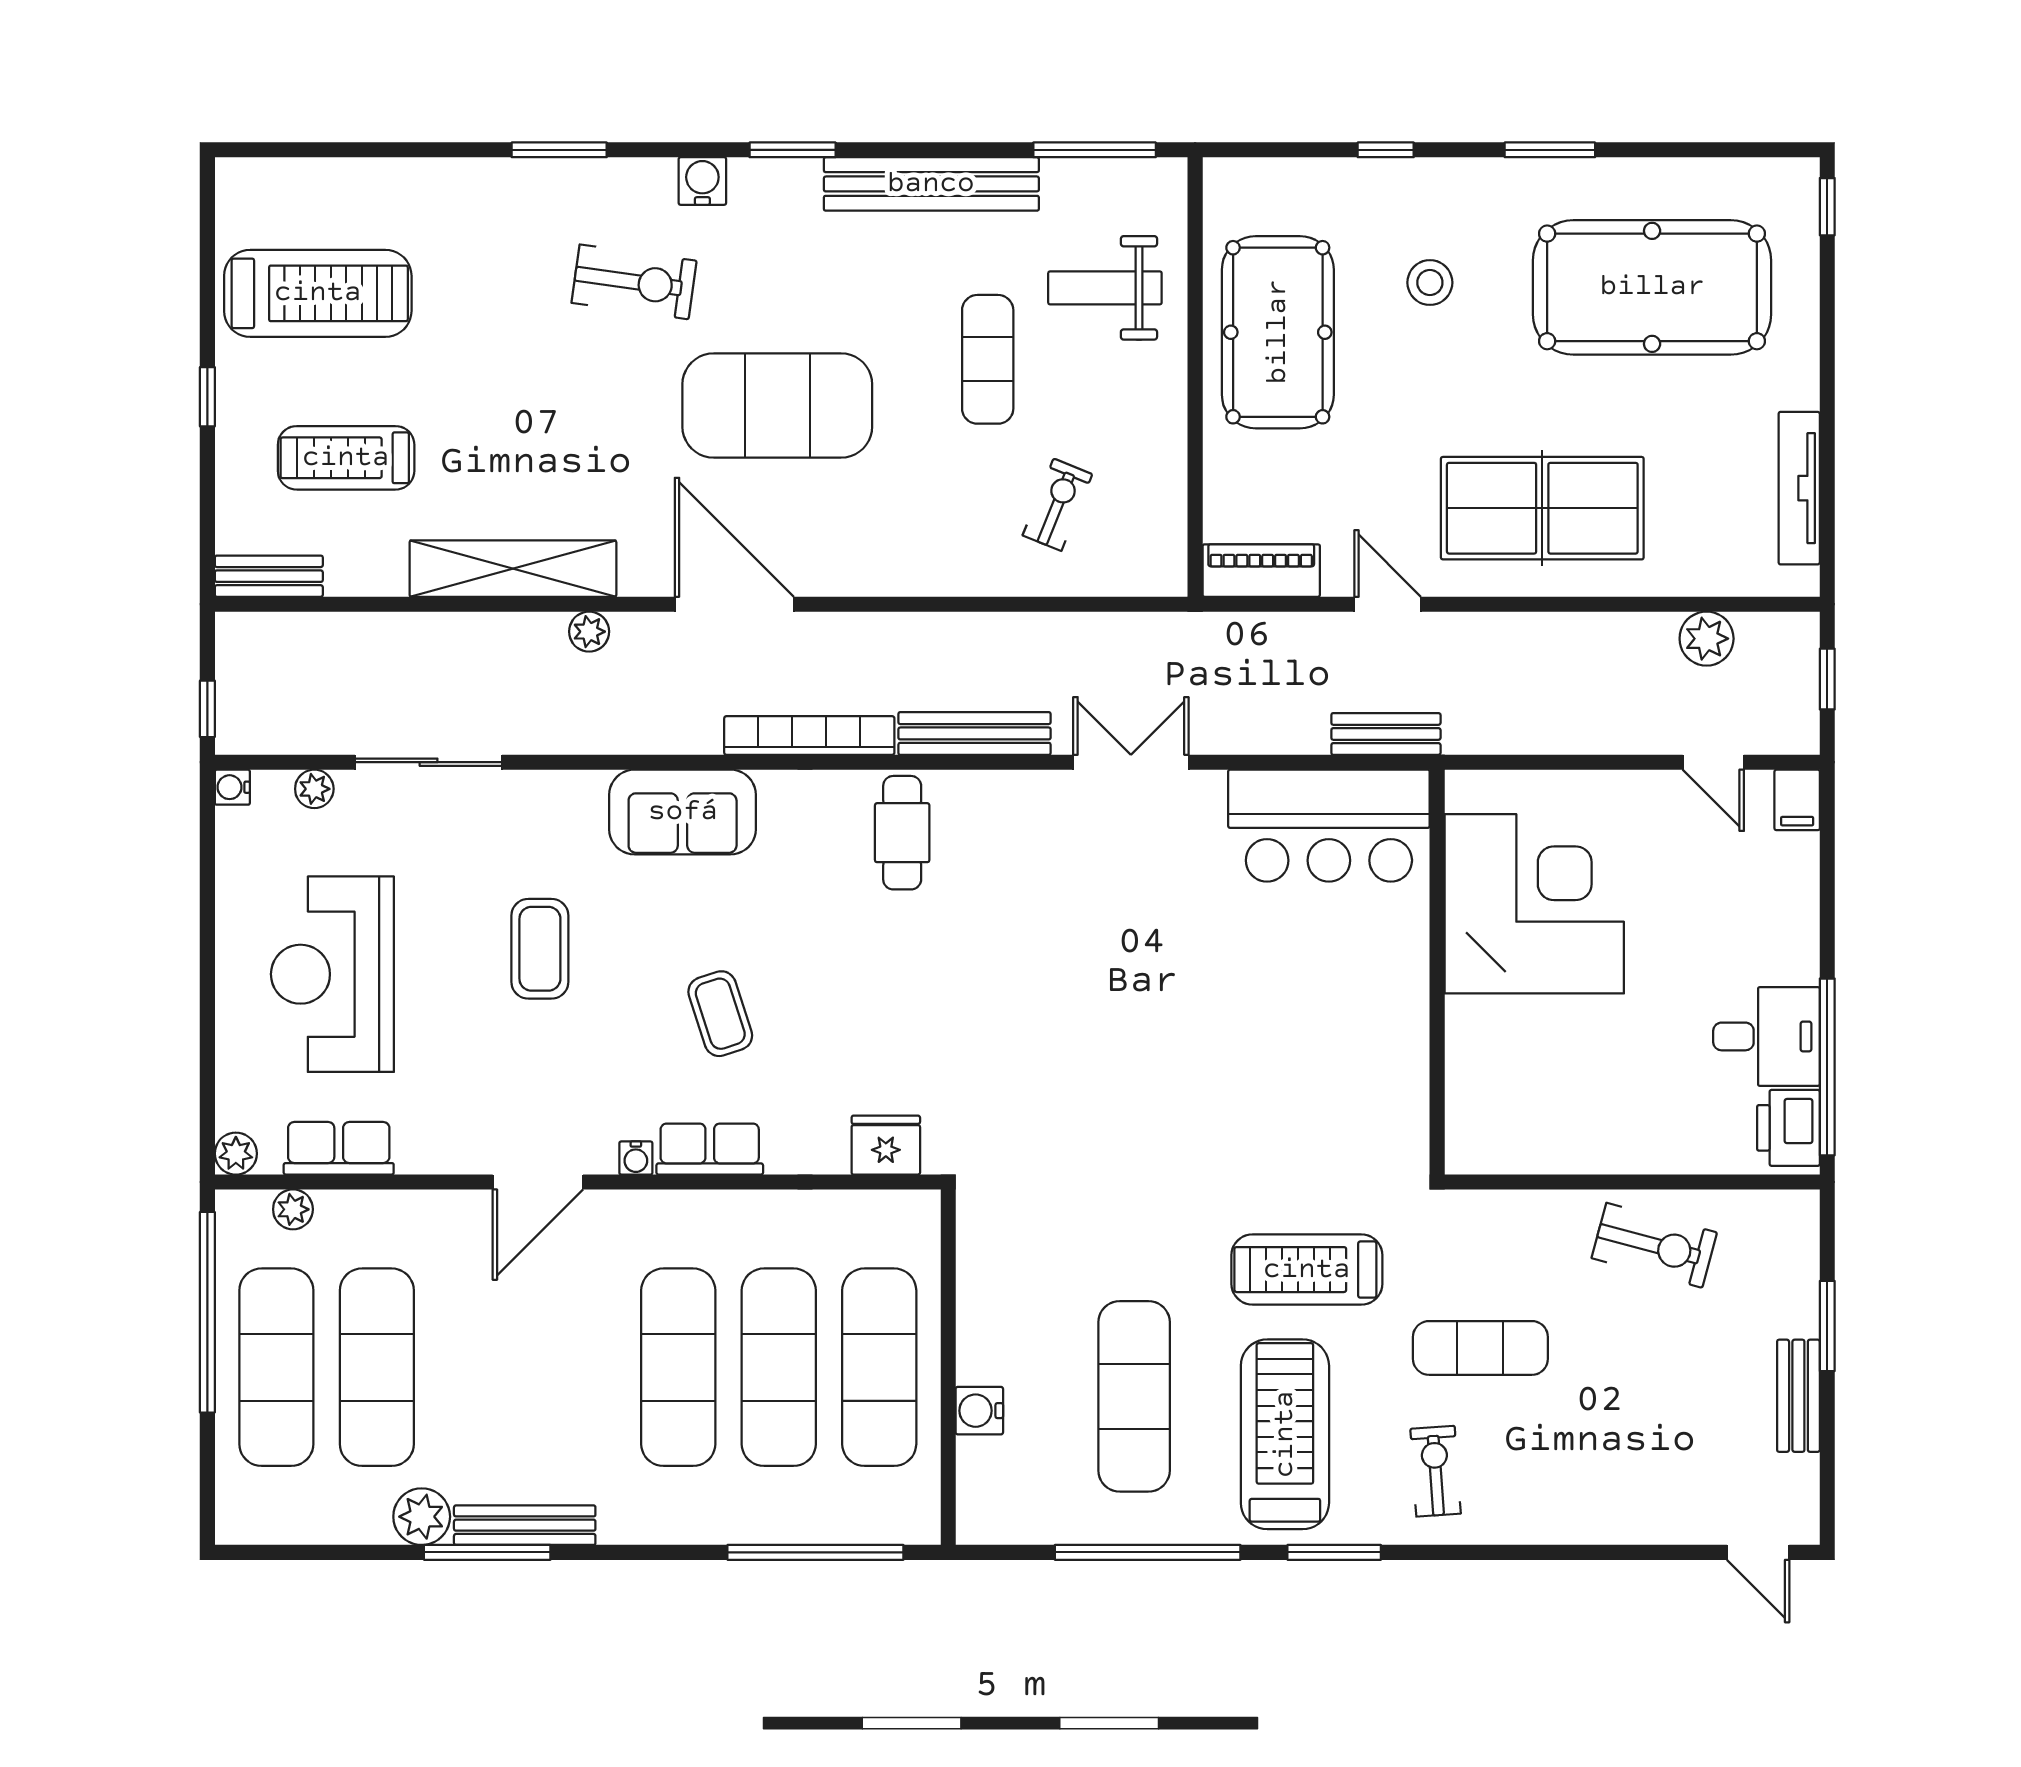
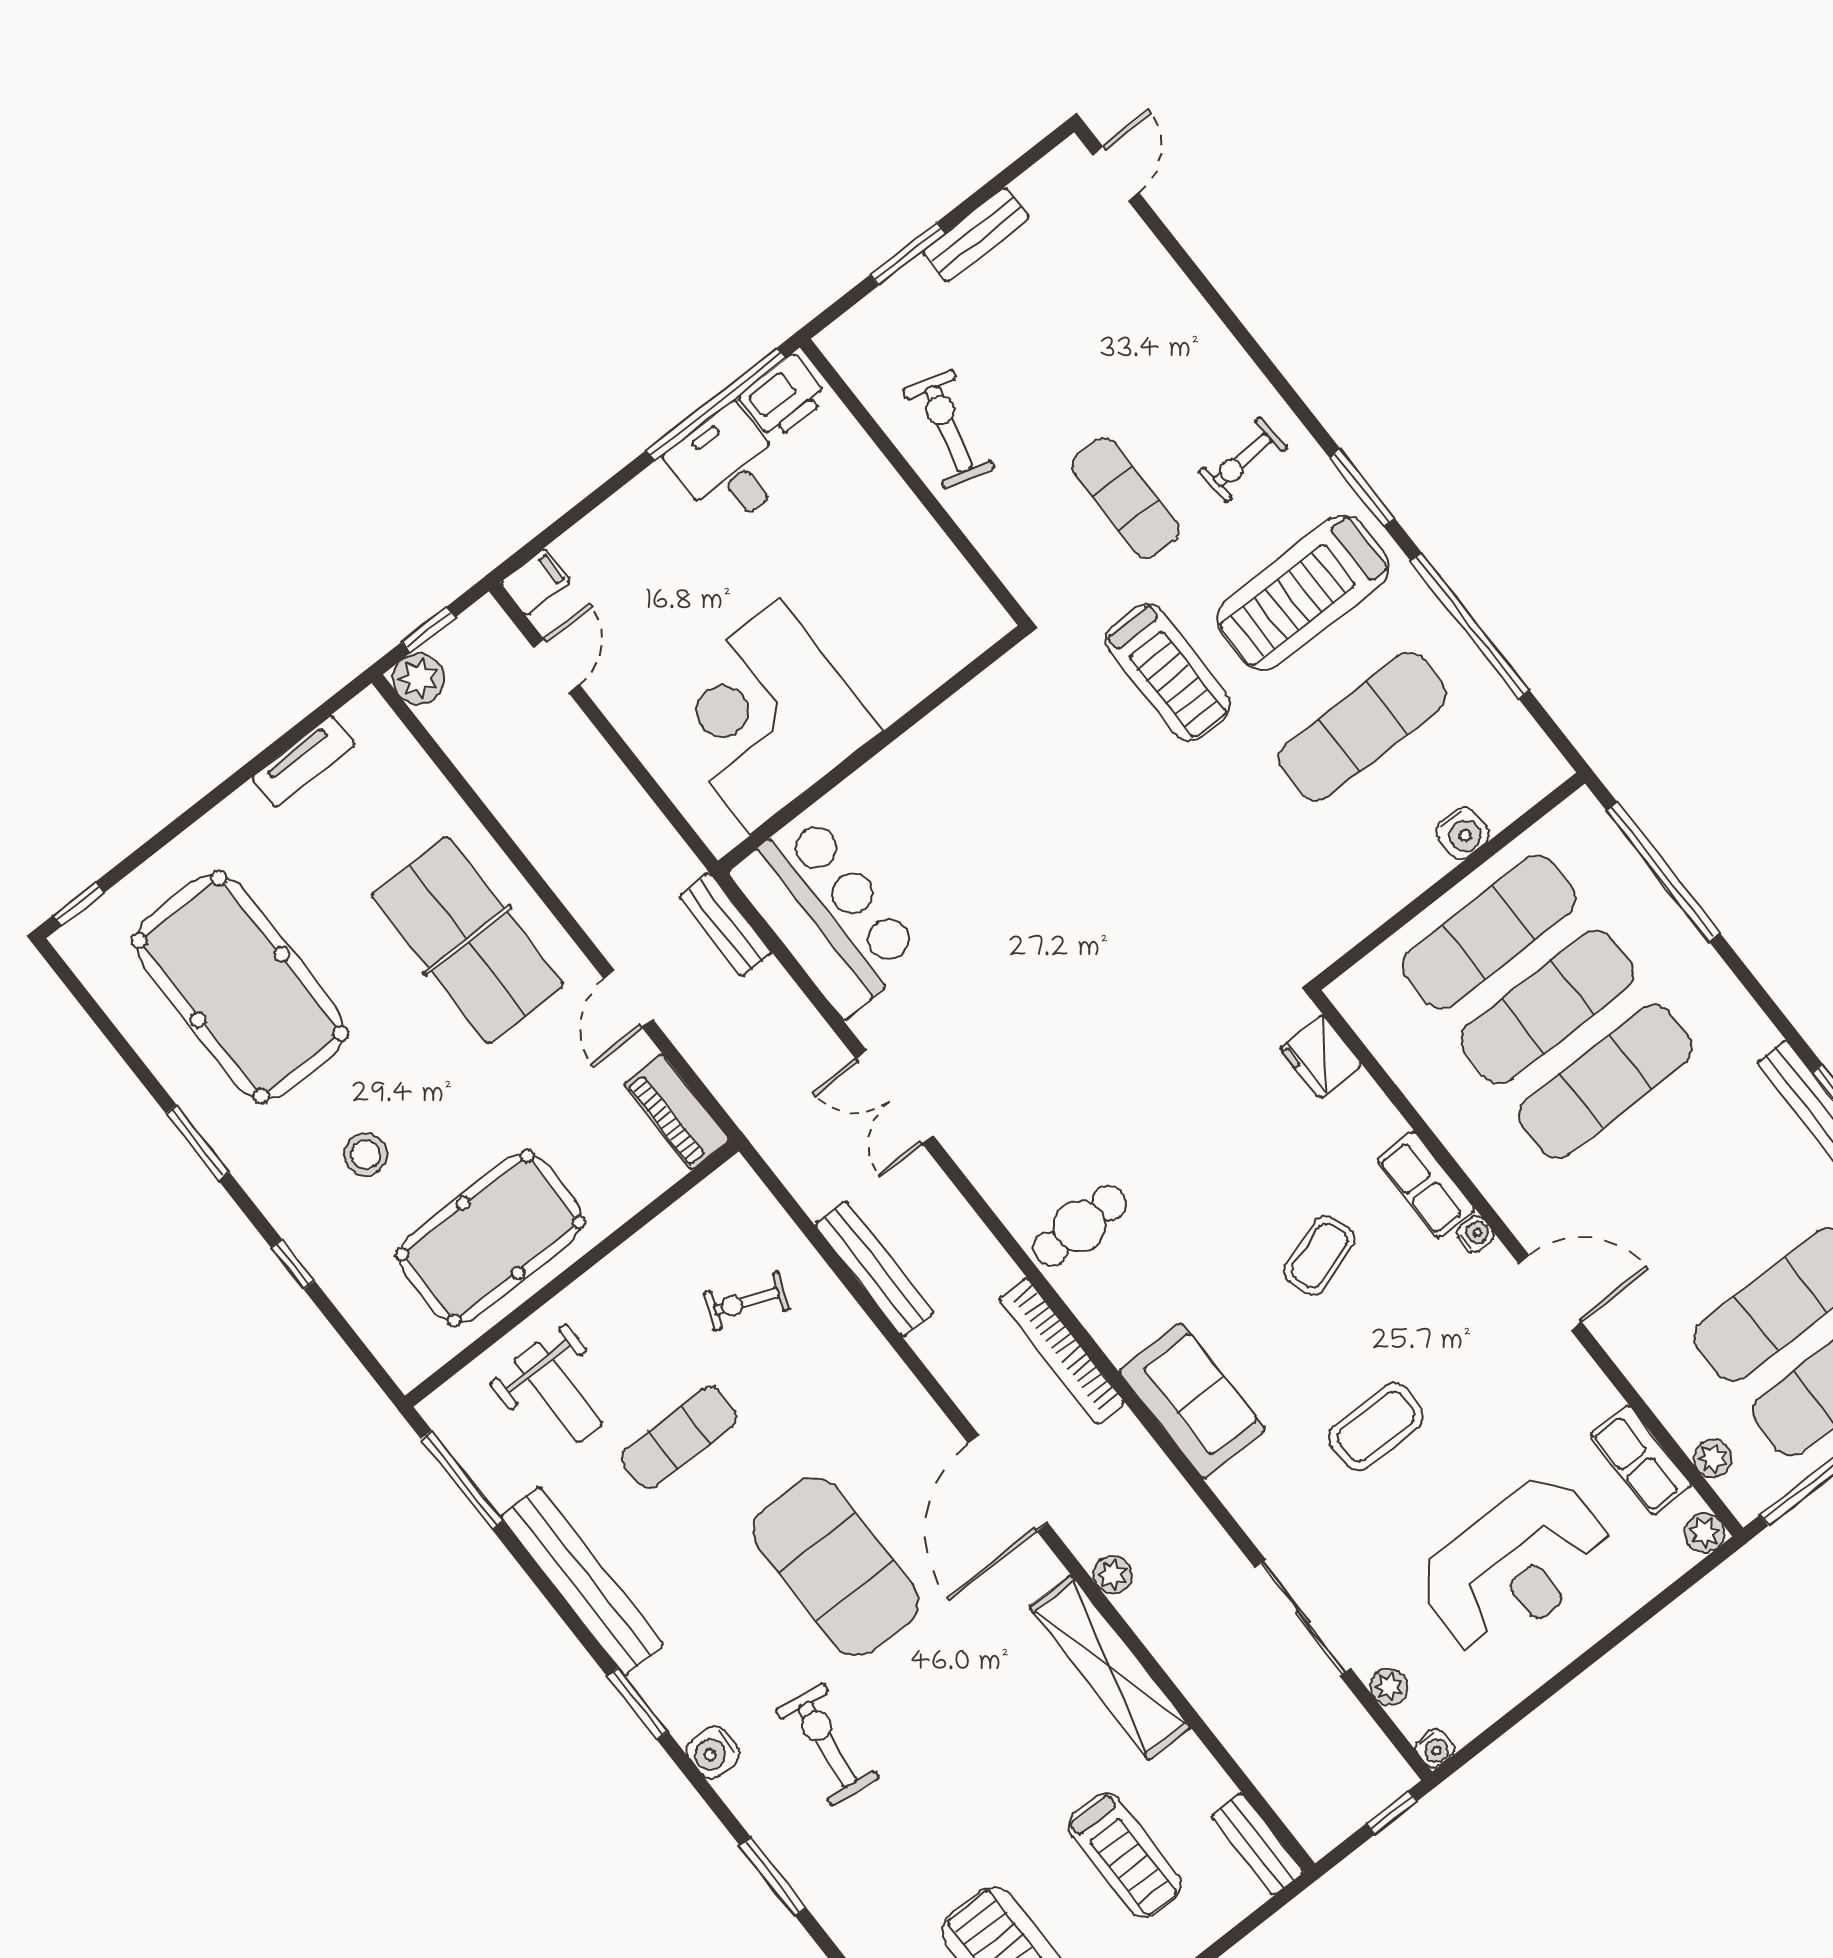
tv unit: (1799, 488) -> (303, 761), width x0.71
plant: (1707, 639) -> (418, 679), moved
bench: (975, 733) -> (874, 1269), moved

